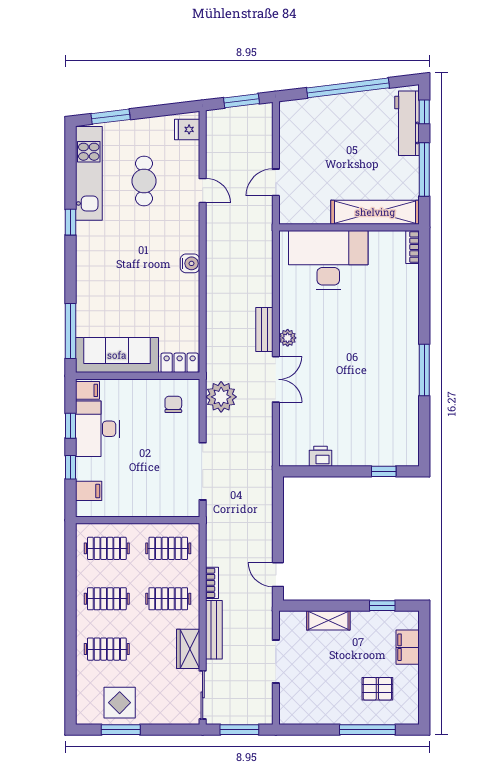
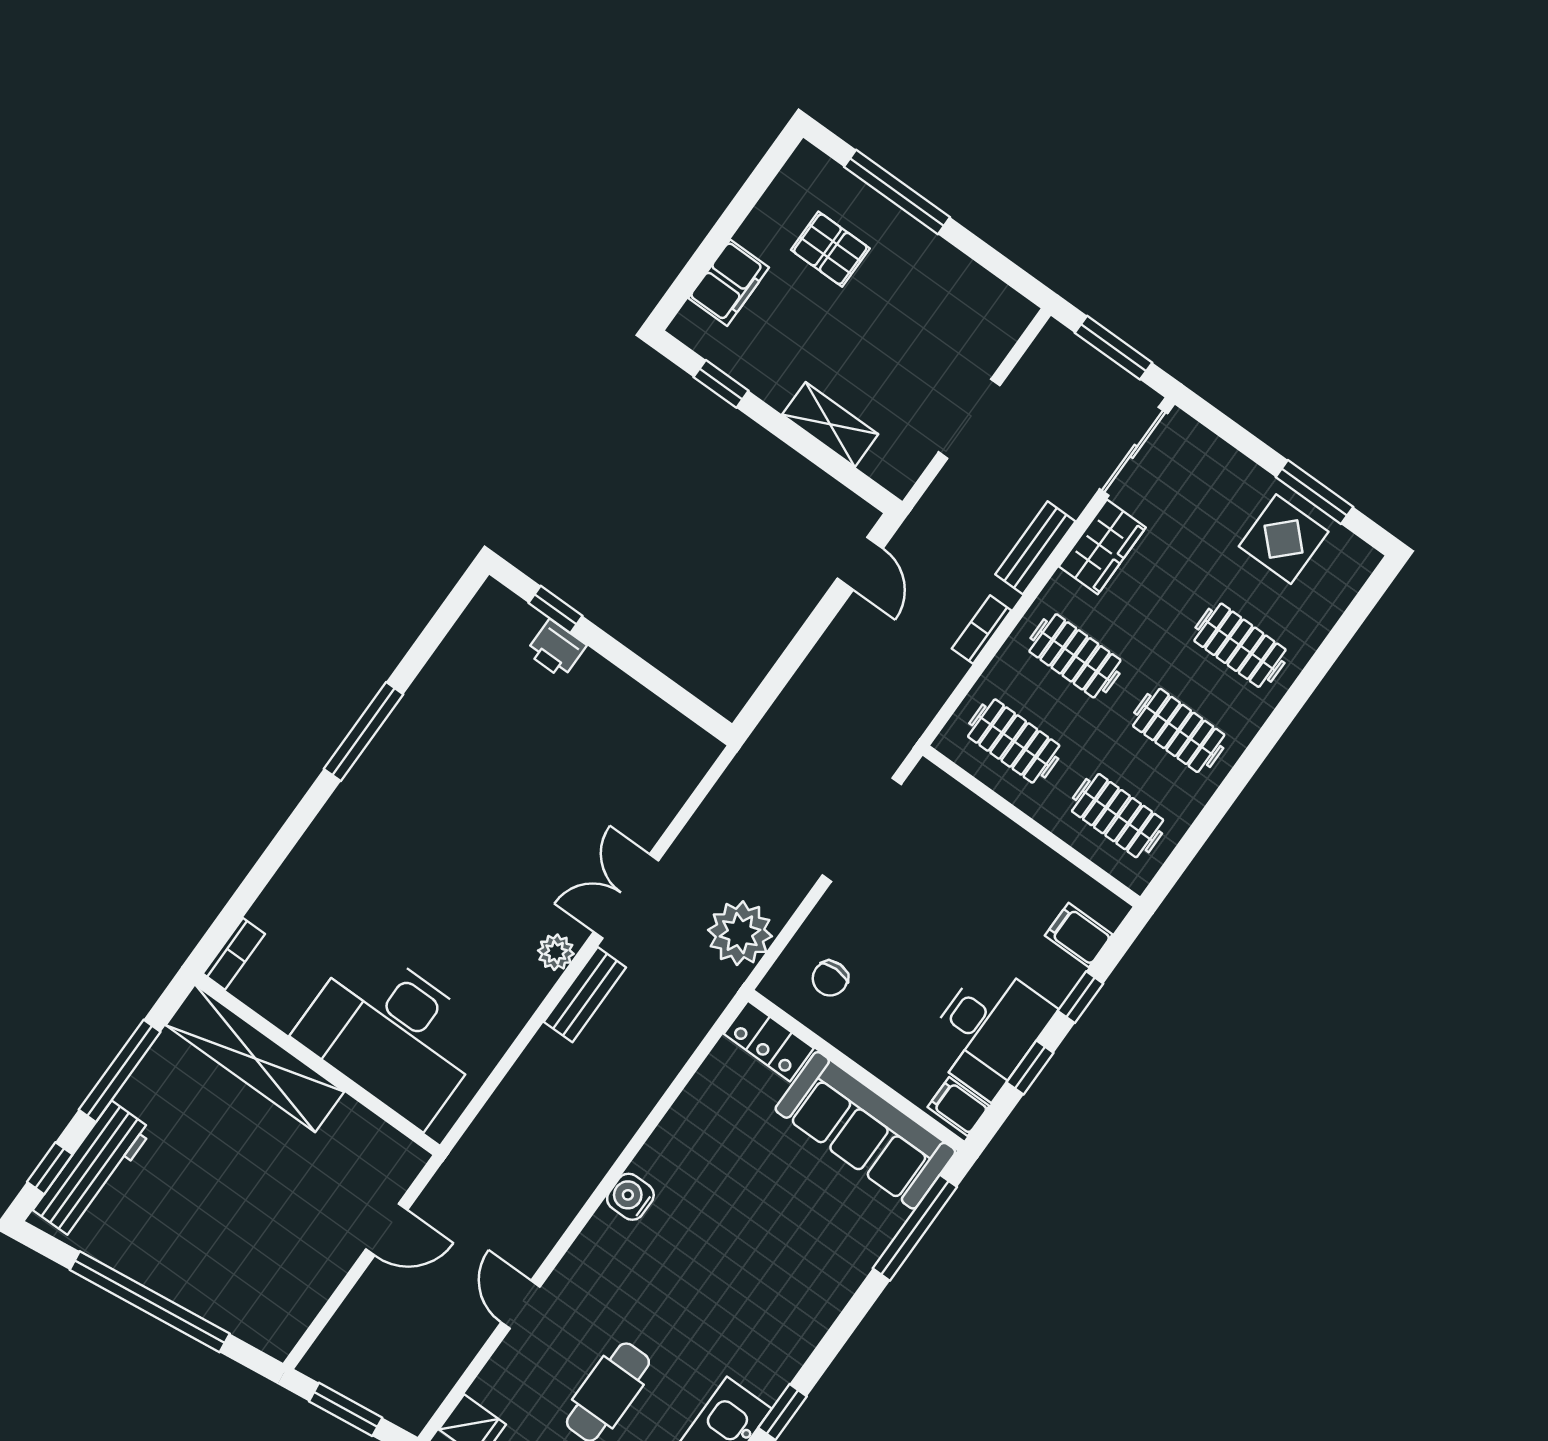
printer: (320, 456) -> (556, 649), moved
bench: (214, 630) -> (1035, 548), width x0.73

